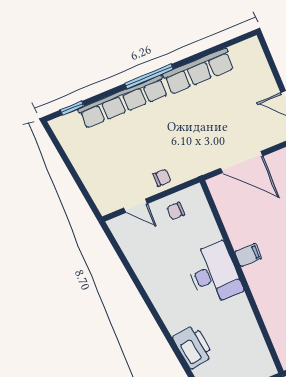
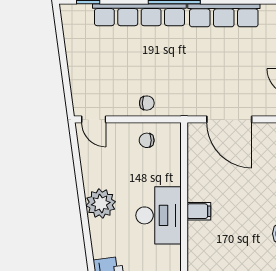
door: (136, 206) -> (94, 119), moved
plant: (158, 284) -> (101, 204), added

